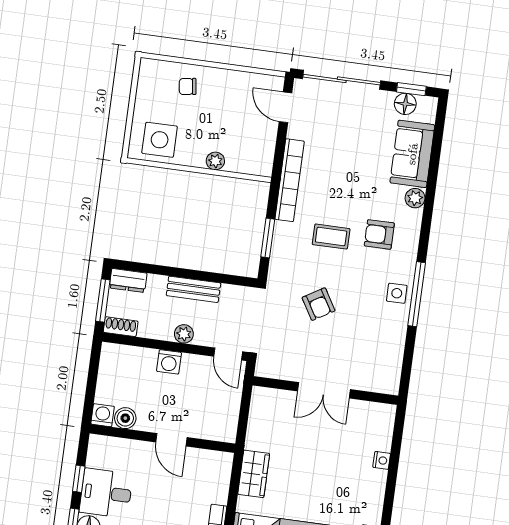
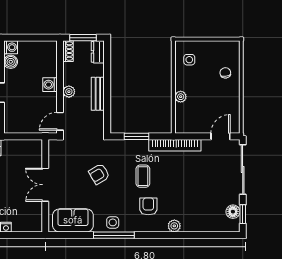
side table: (160, 140) -> (189, 60), width x0.54, depth x0.54
sofa: (412, 154) -> (73, 220), moved

